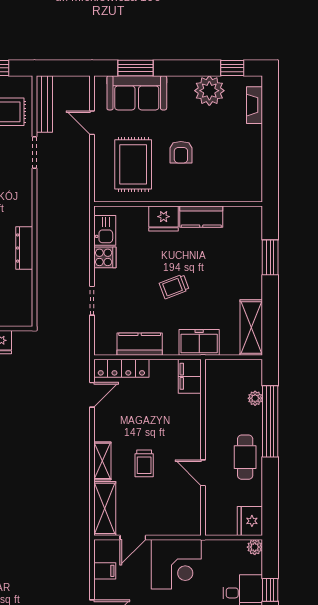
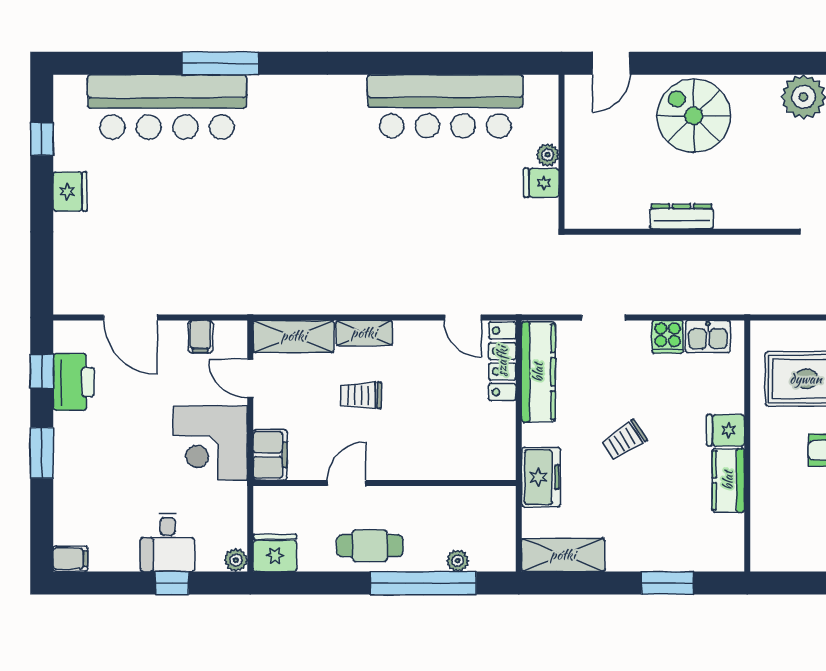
fridge: (164, 219) -> (725, 430), width x0.72
trolley: (174, 286) -> (624, 440), turned -102
kitchen counter: (140, 344) -> (538, 372), width x1.50
filing cabinet: (190, 376) -> (270, 455), moved, turned 90

